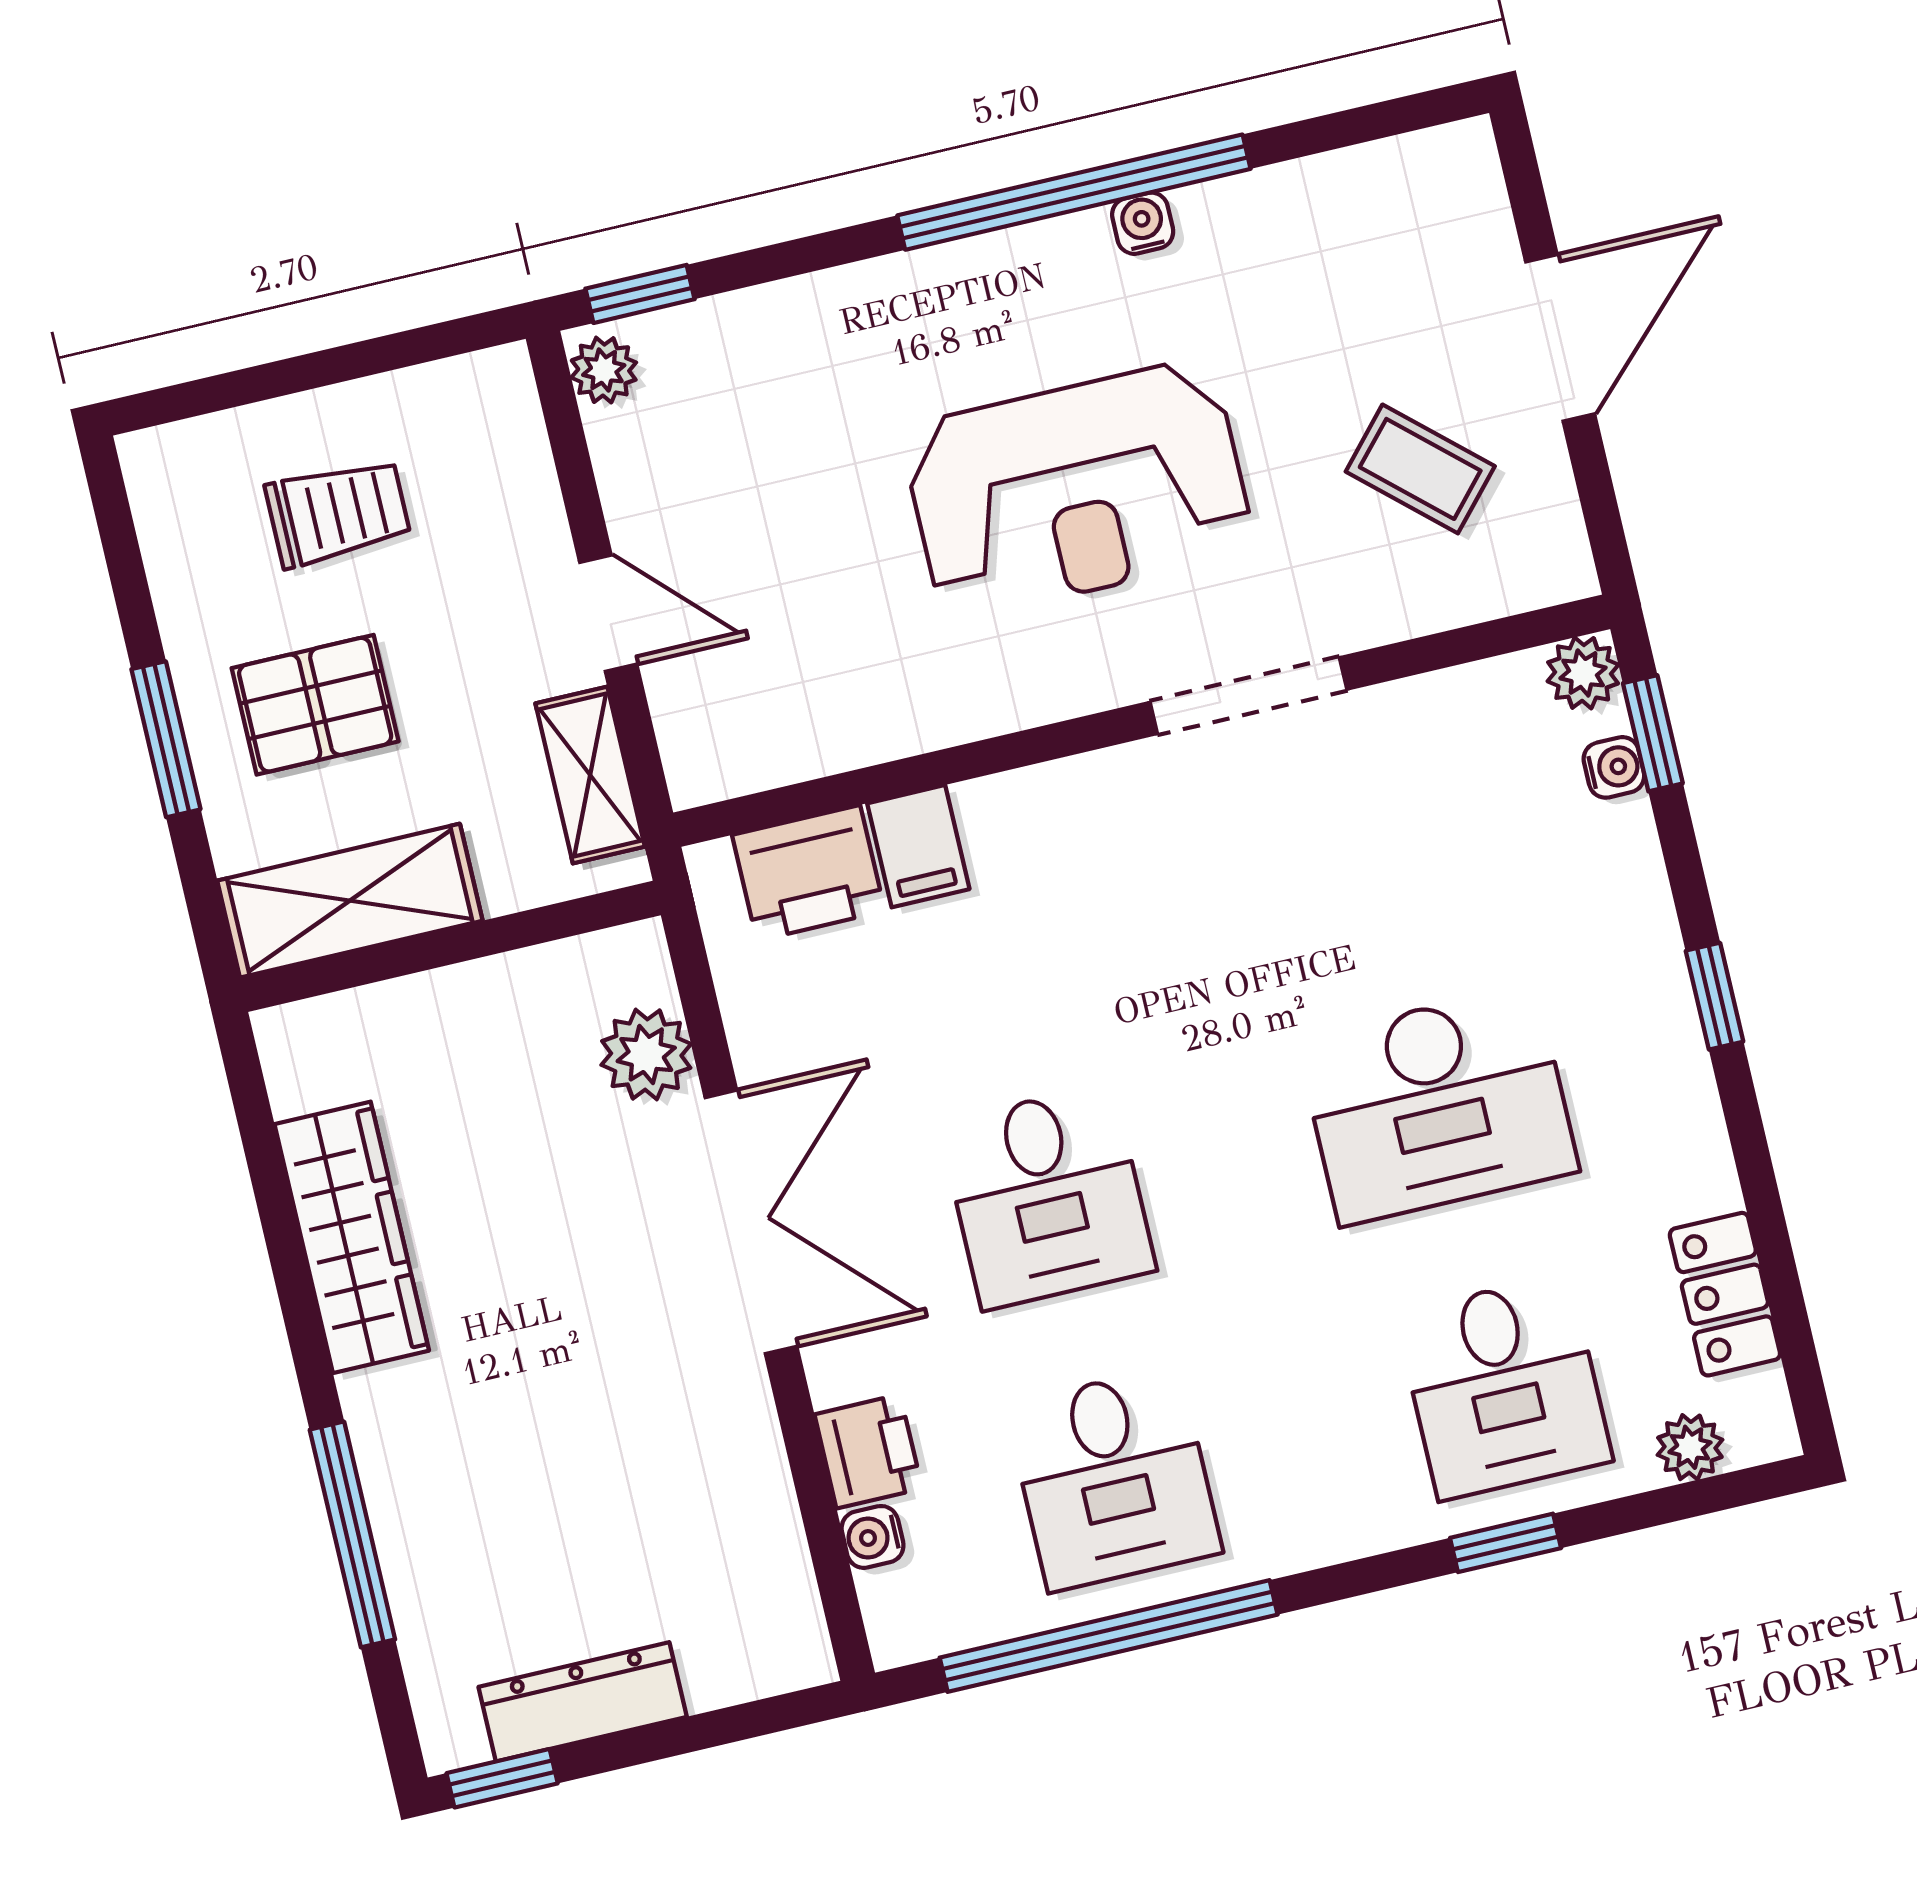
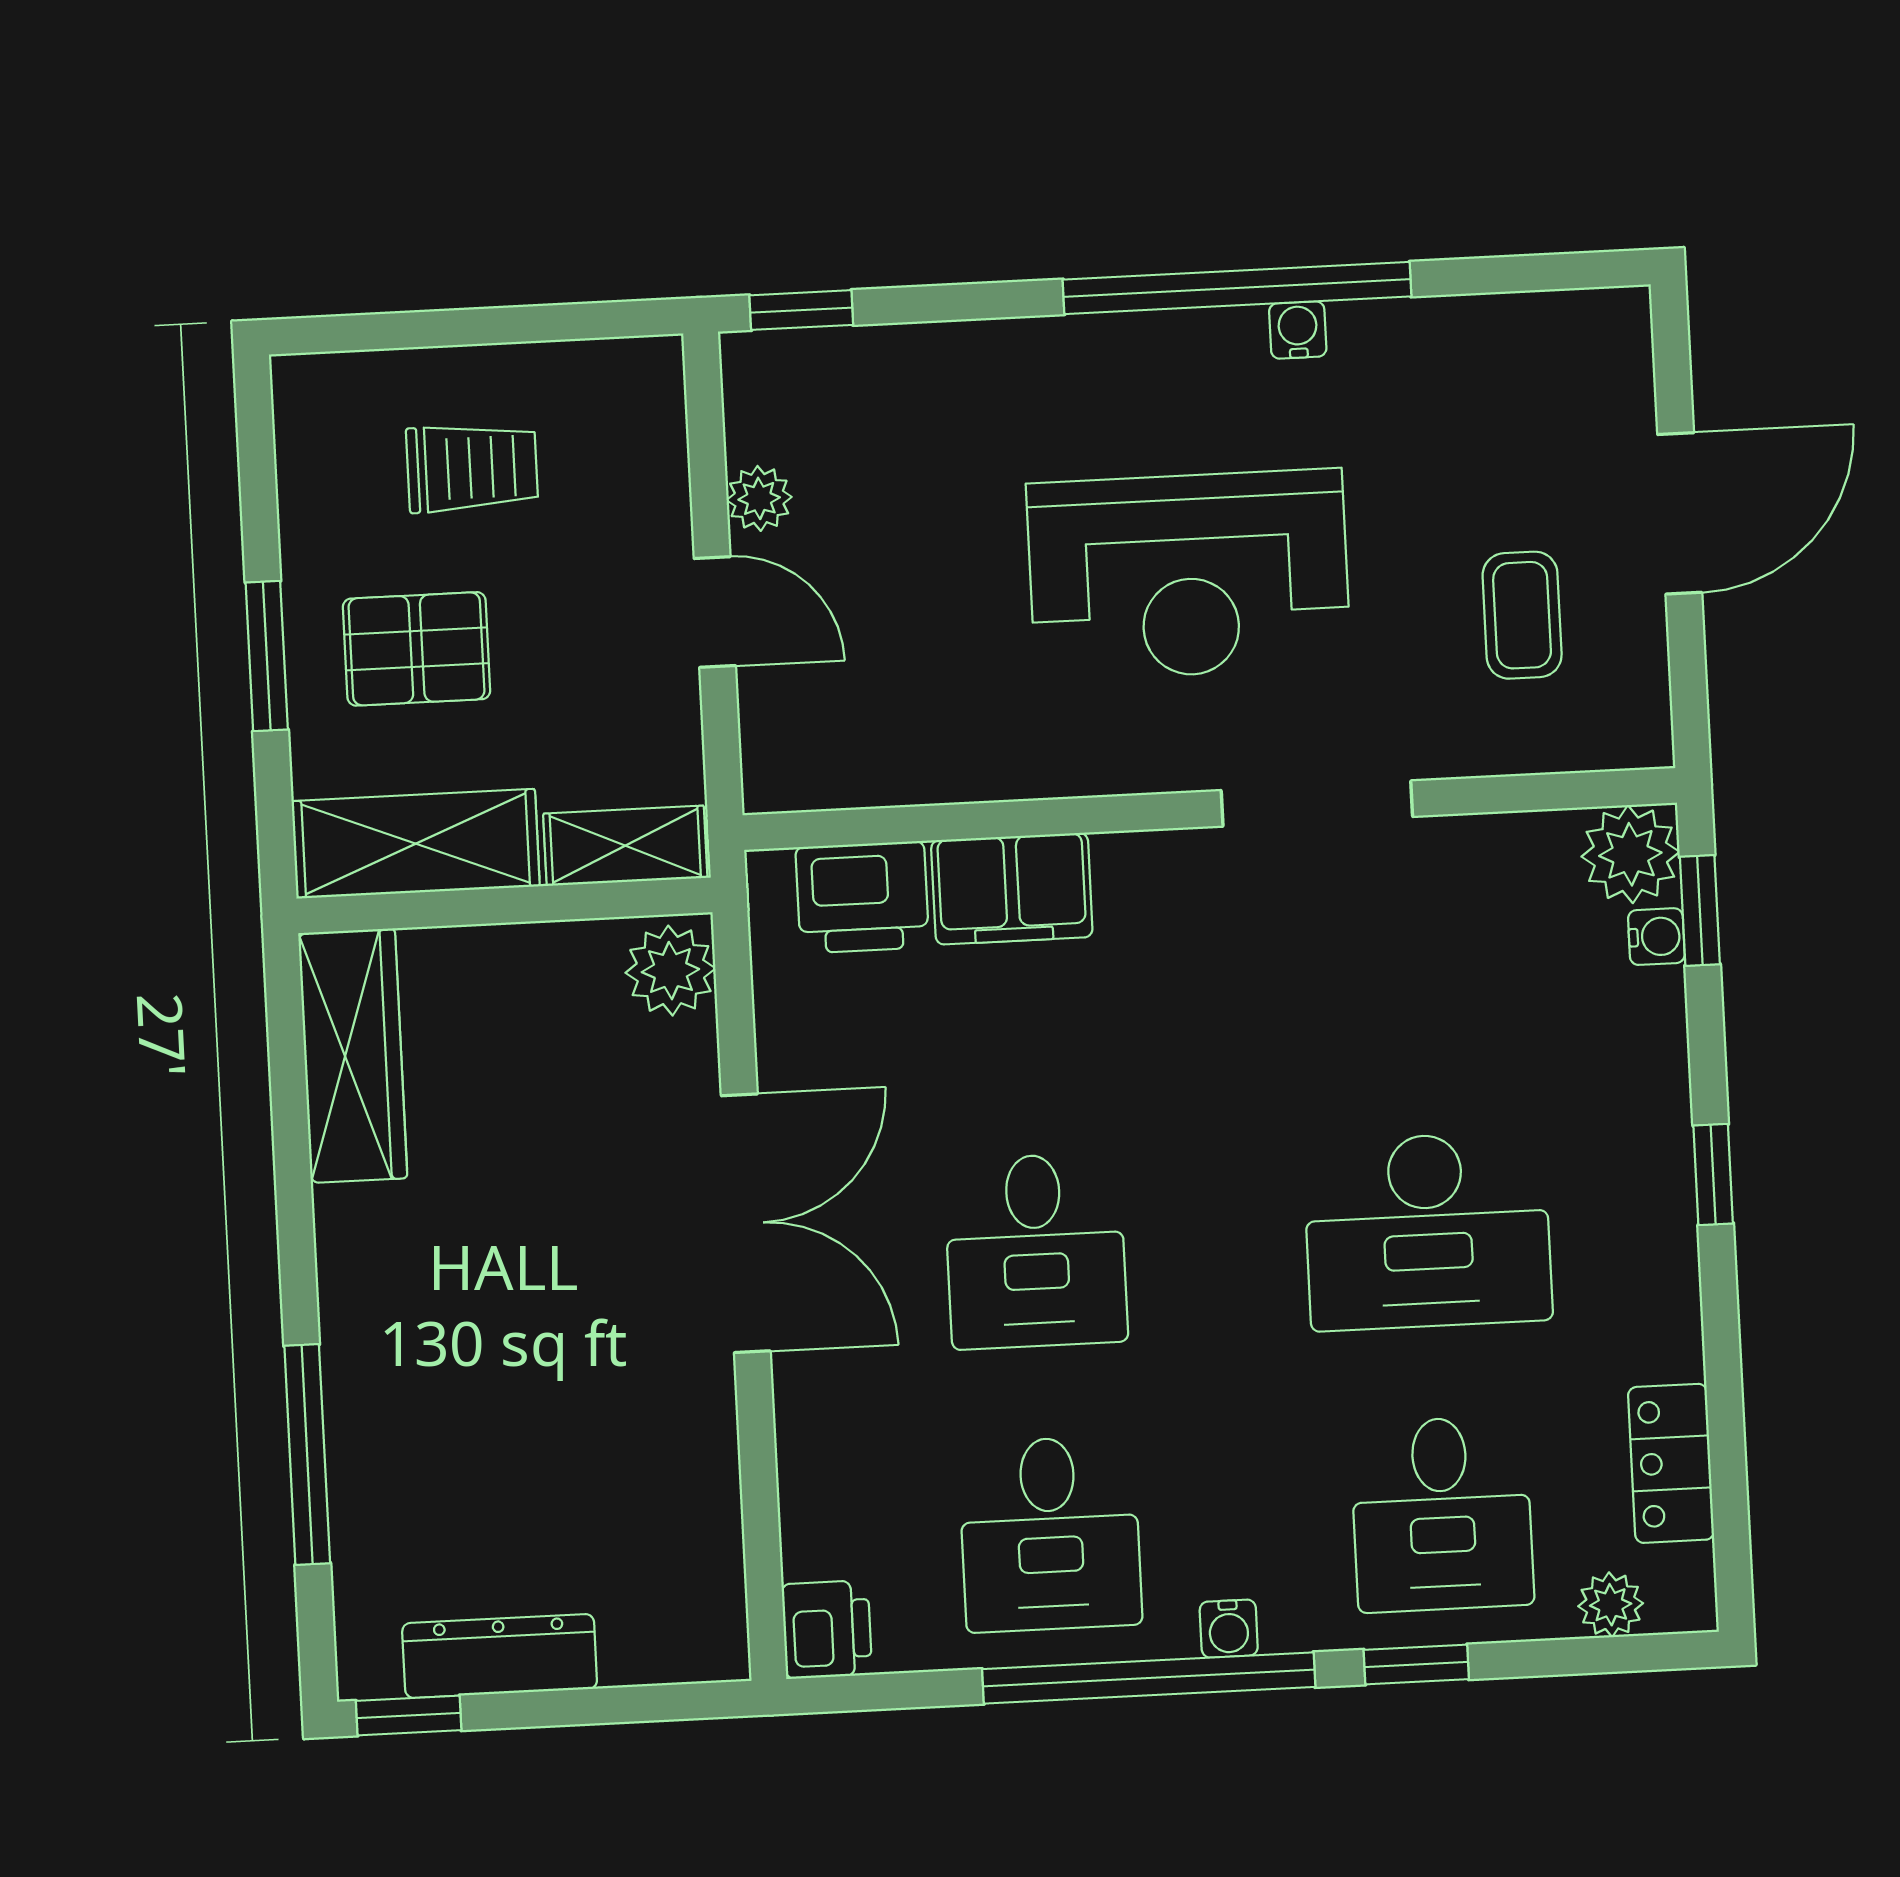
plant: (604, 370) -> (759, 498), moved
coffee table: (1420, 469) -> (1522, 615), turned 48
plant: (1583, 673) -> (1630, 854), width x1.38, depth x1.38
shelving: (590, 775) -> (625, 846), moved, turned 90
filing cabinet: (918, 846) -> (1012, 889), width x2.00
plant: (646, 1054) -> (670, 971), moved
wardrobe: (352, 1237) -> (353, 1056), moved
printer: (868, 1451) -> (827, 1629), moved
water cooler: (873, 1537) -> (1229, 1629), moved, turned -90
window: (1109, 1636) -> (1149, 1678), moved

